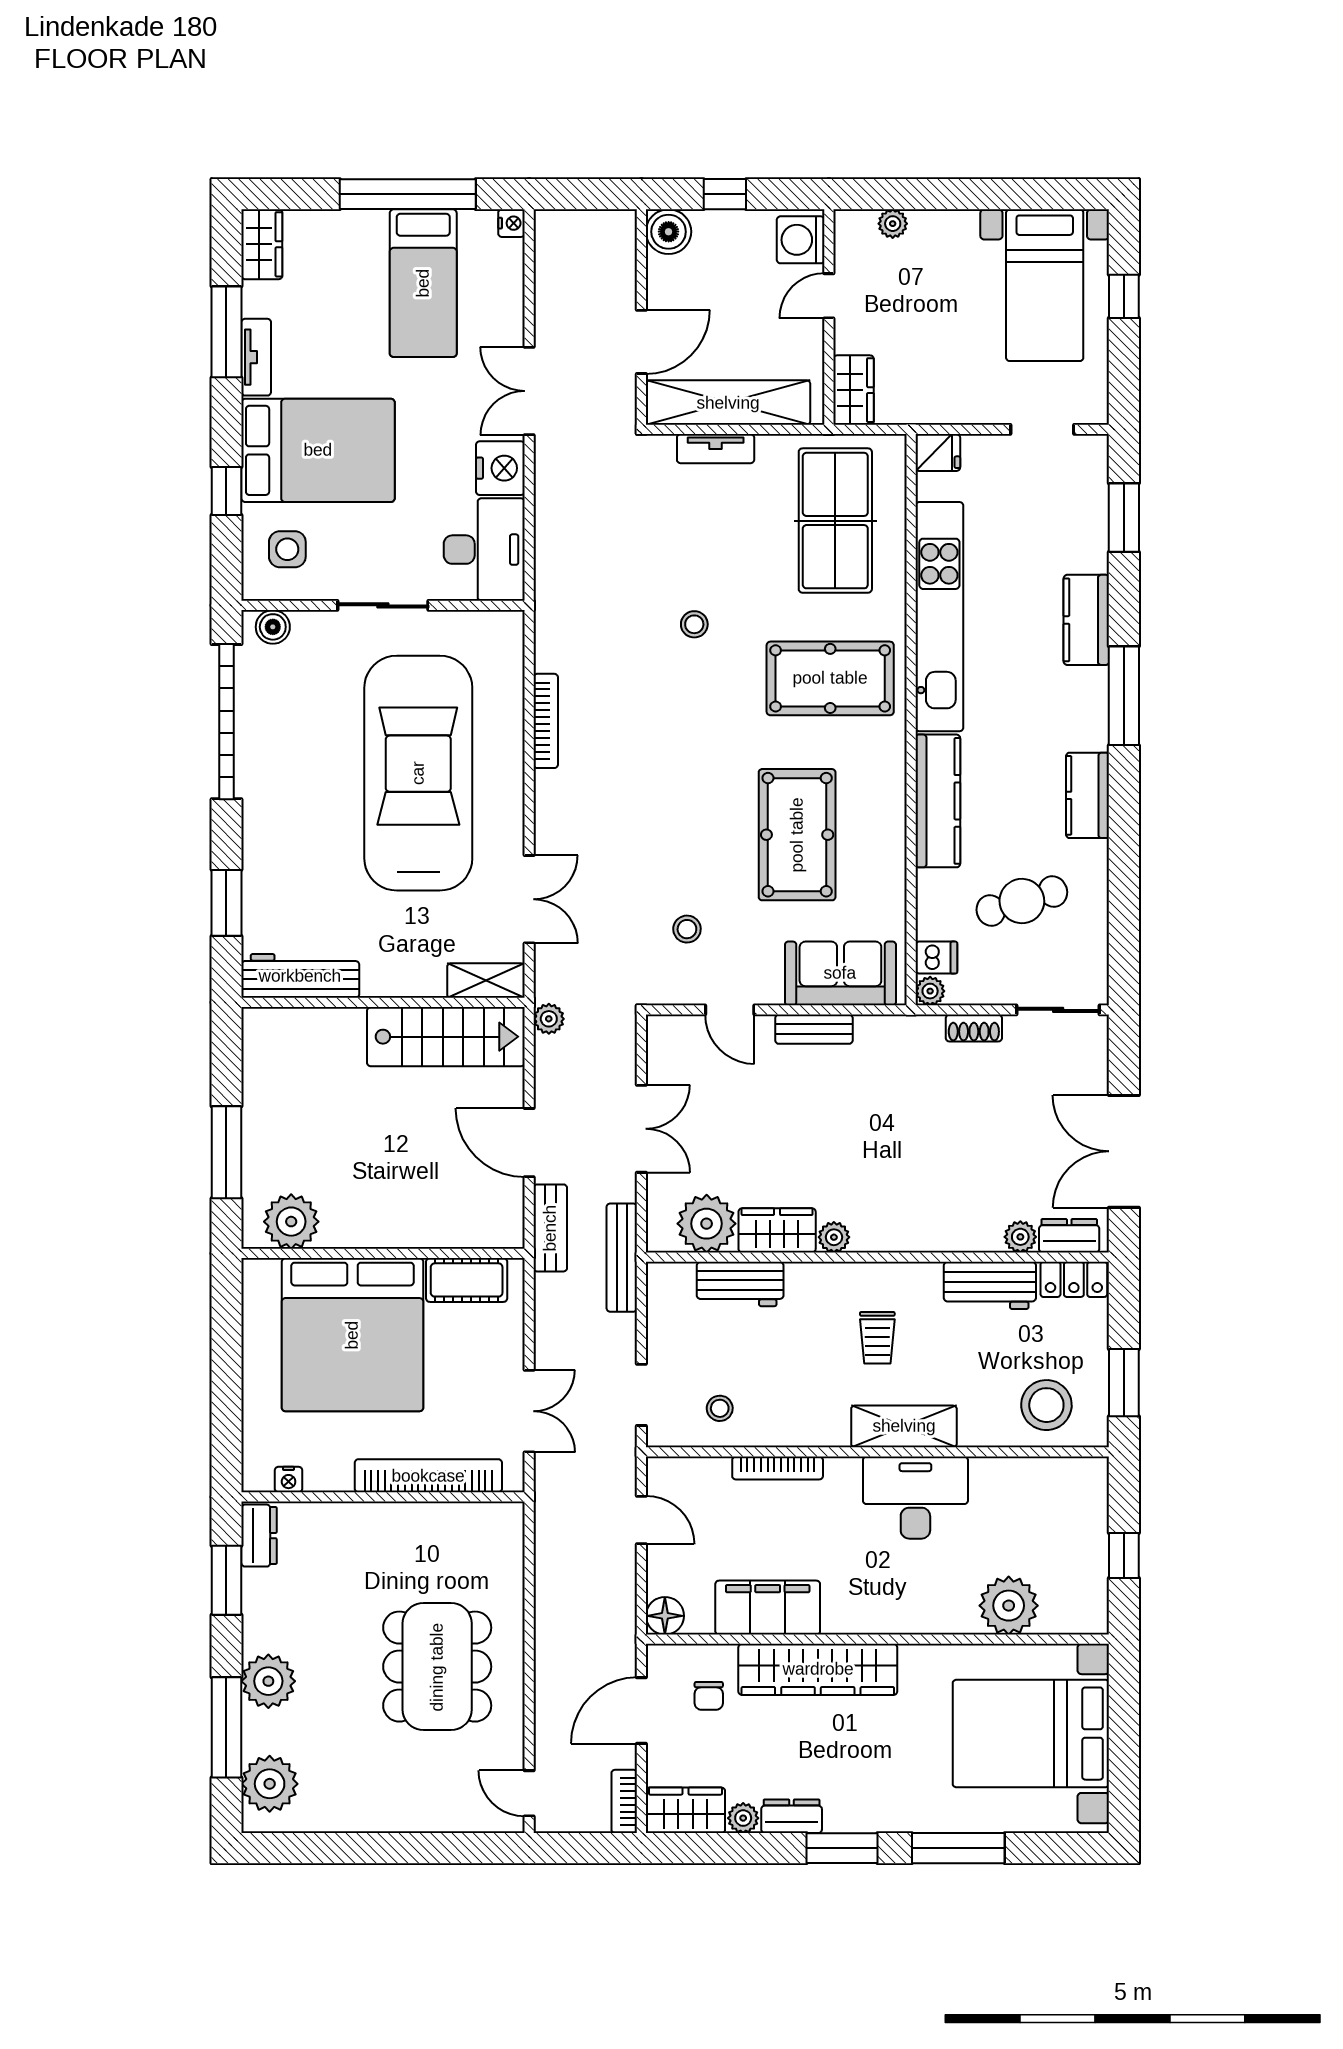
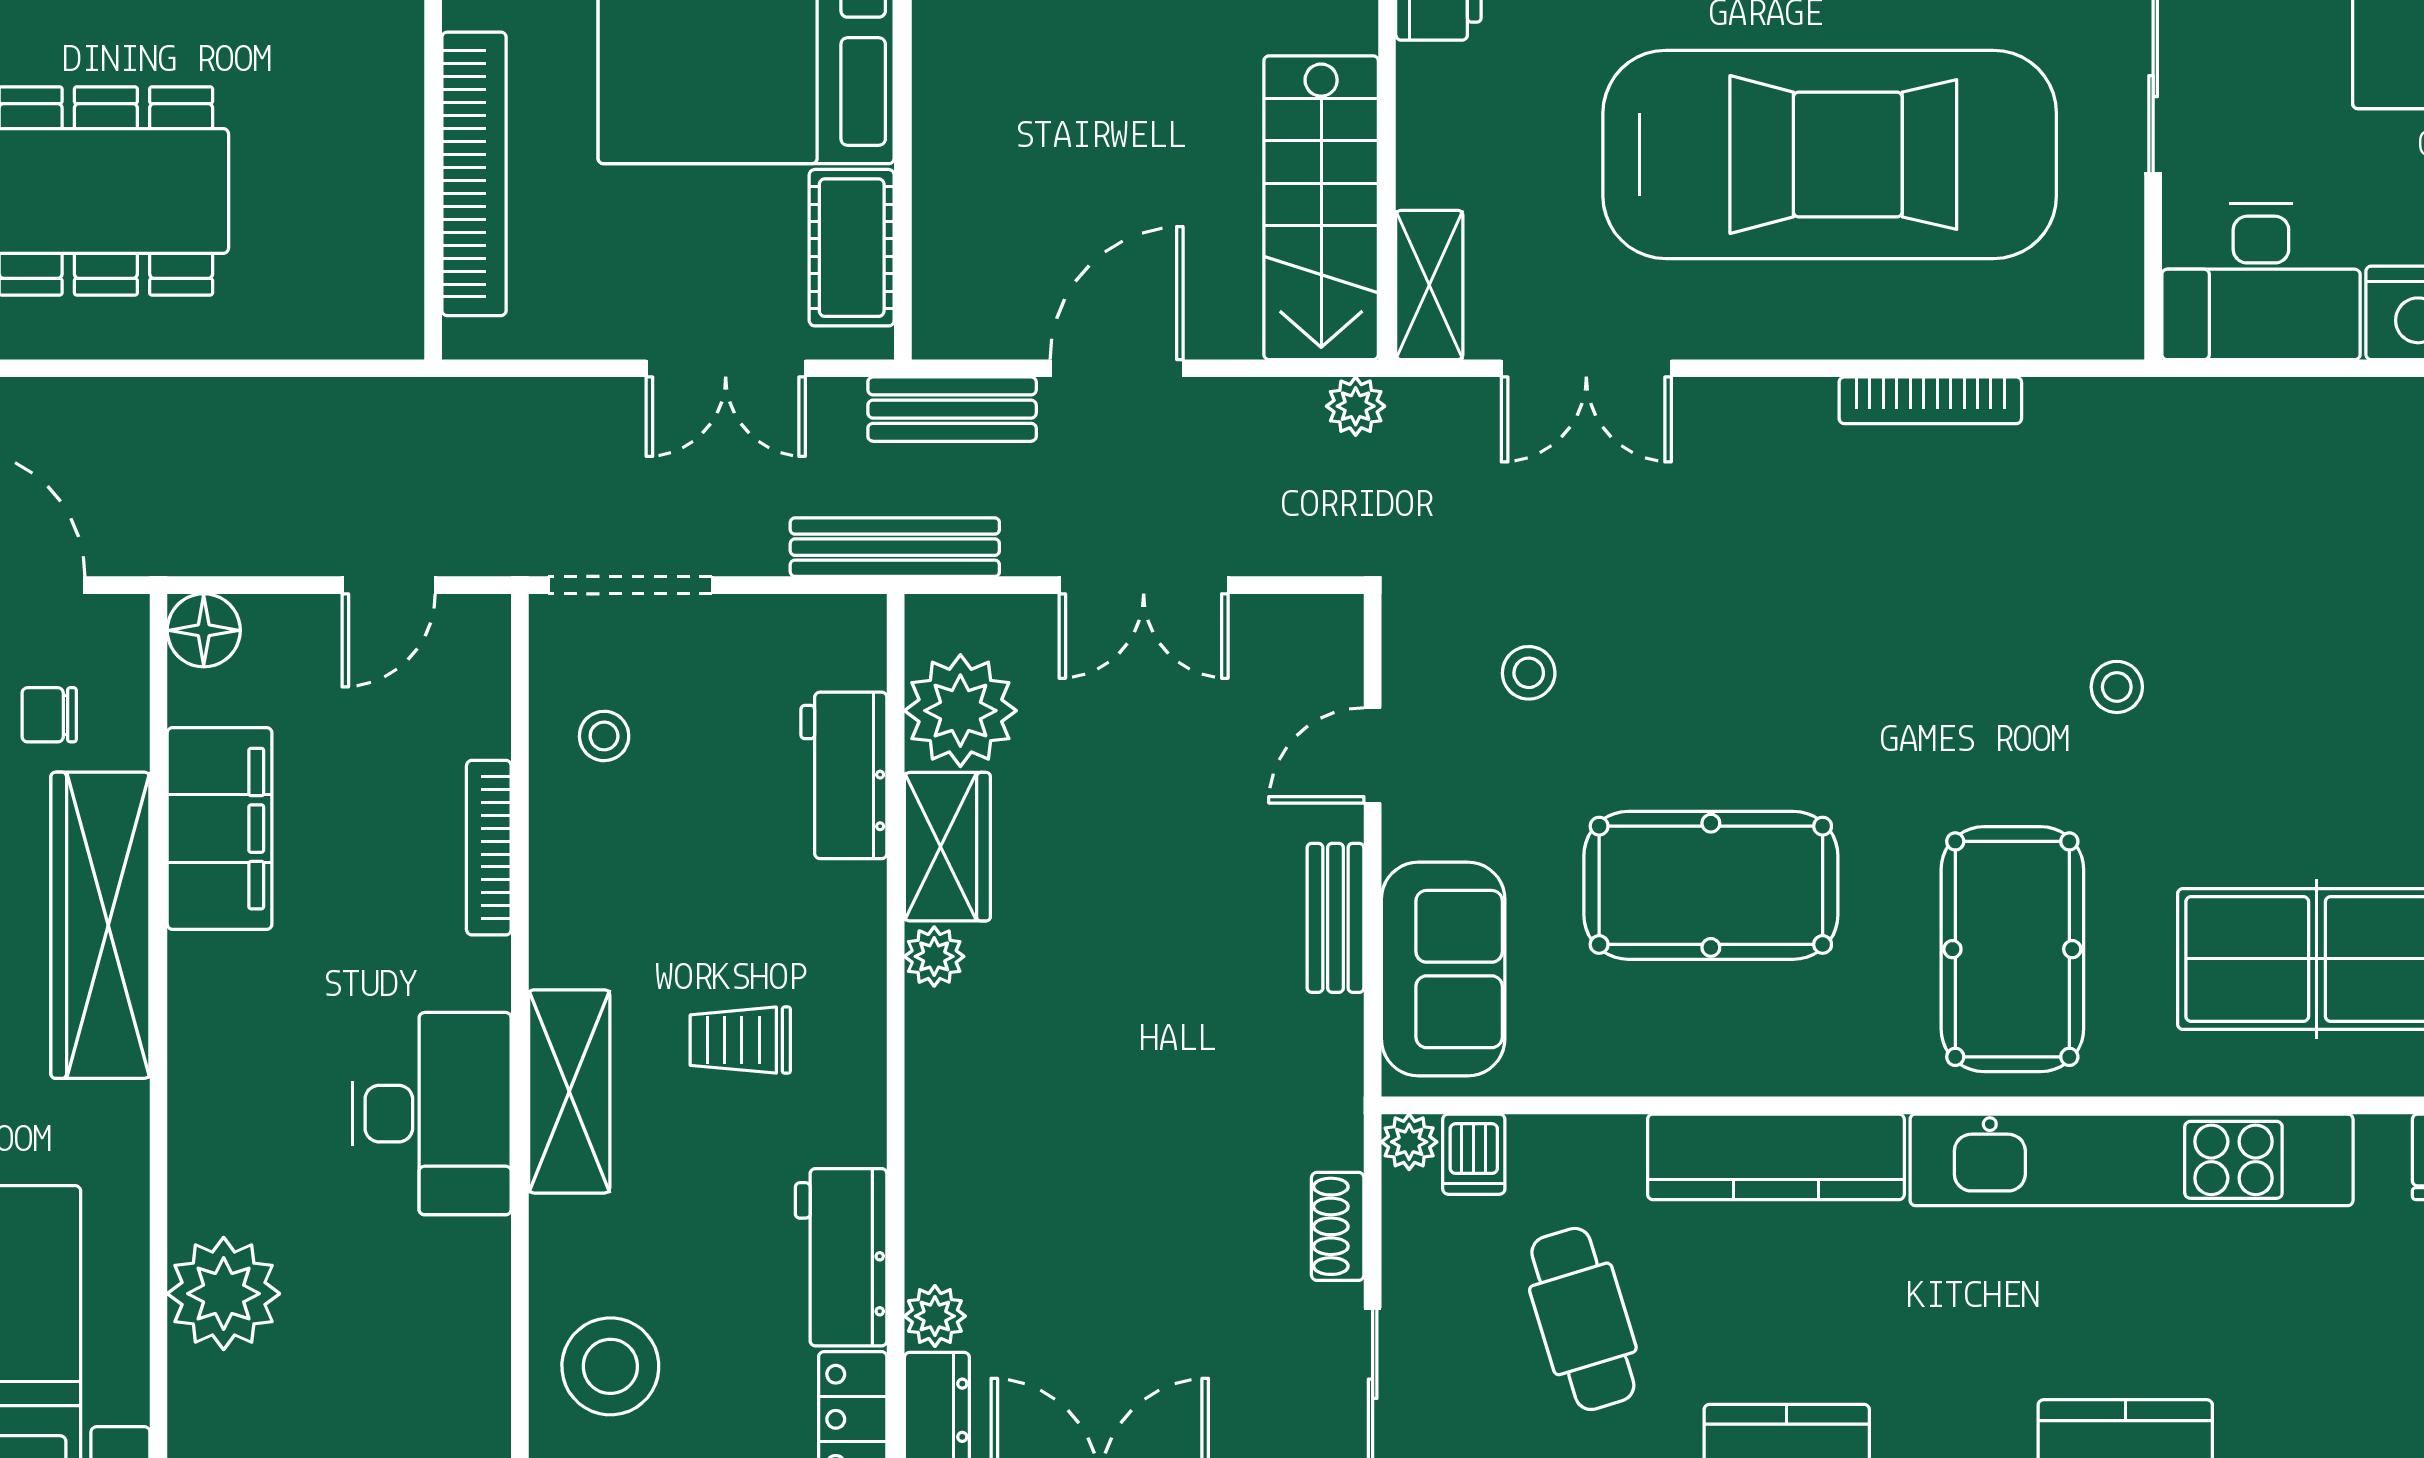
doorway: (641, 1395) -> (630, 585), width x1.38
double door: (529, 1411) -> (726, 368), moved

